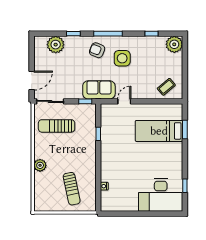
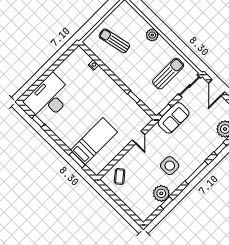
plant: (174, 44) -> (161, 193), moved
armchair: (97, 50) -> (193, 154), removed
sofa: (99, 90) -> (174, 118), moved

